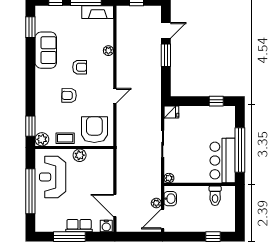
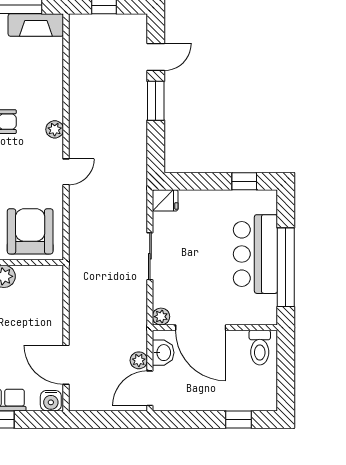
plant: (108, 51) -> (55, 129), moved
bar counter: (223, 161) -> (255, 254), moved
door: (192, 184) -> (201, 328), added
toilet: (215, 196) -> (260, 348), moved

